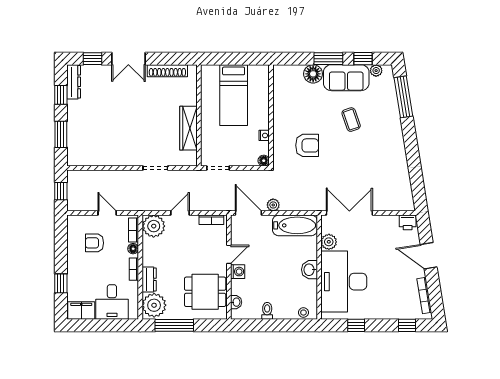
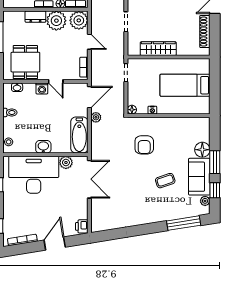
plant: (154, 305) -> (56, 21), moved

